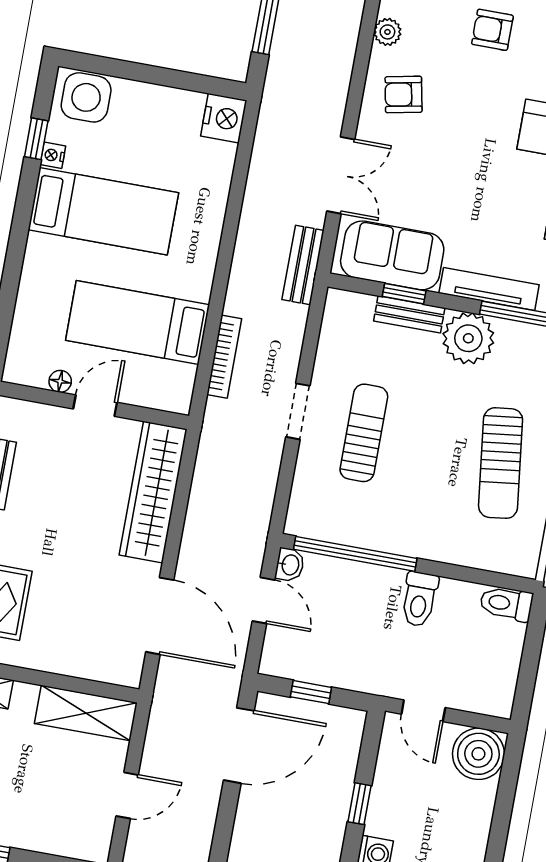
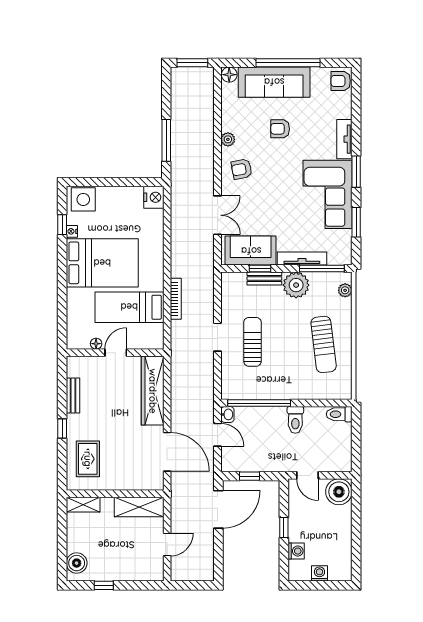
bed: (103, 211) -> (102, 263), width x1.50
bench: (303, 265) -> (207, 263), removed
bookcase: (224, 357) -> (176, 299), moved

